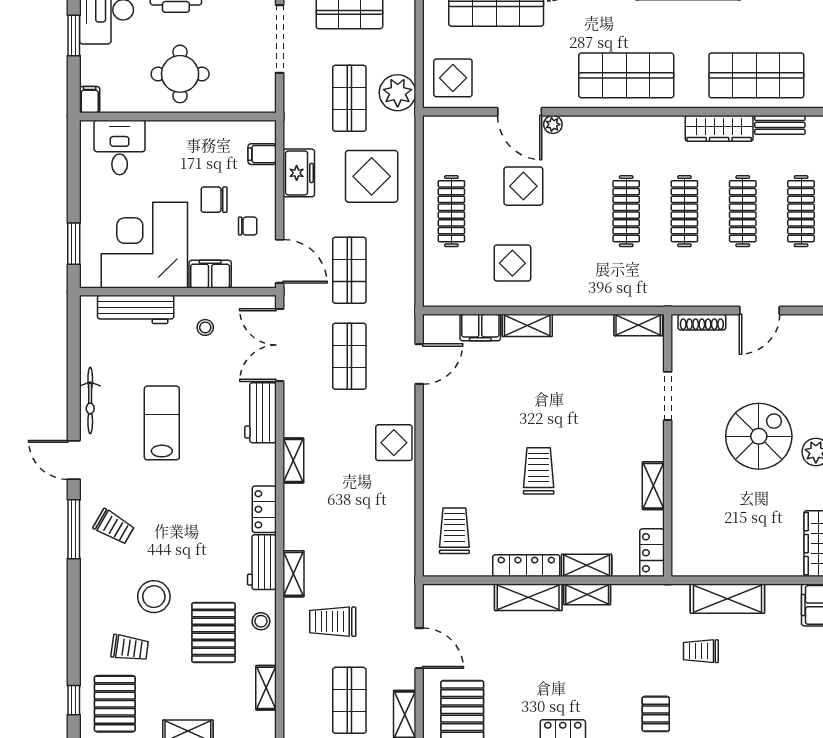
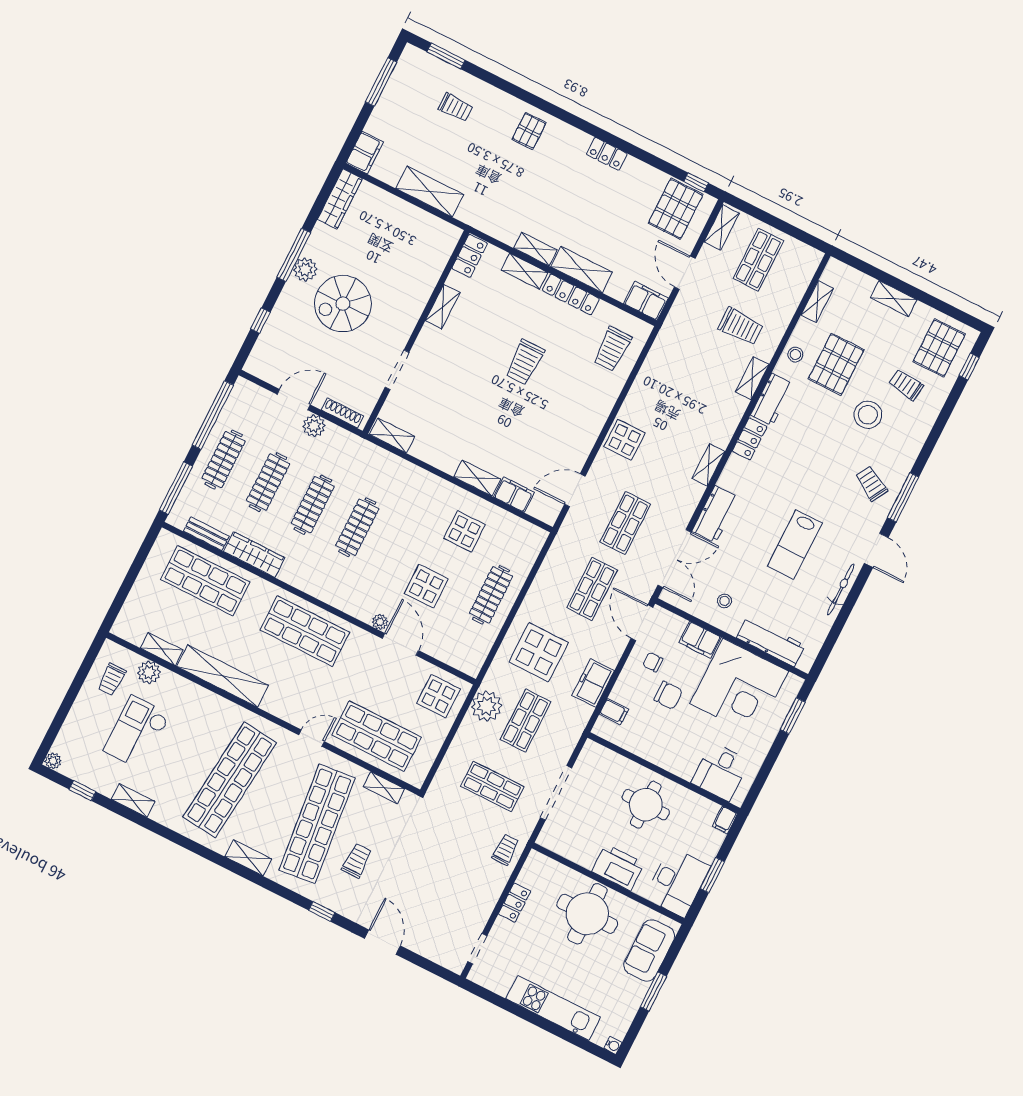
plant: (725, 294) -> (314, 426), added
filing cabinet: (445, 599) -> (646, 301), added
trolley: (701, 651) -> (456, 107), moved

